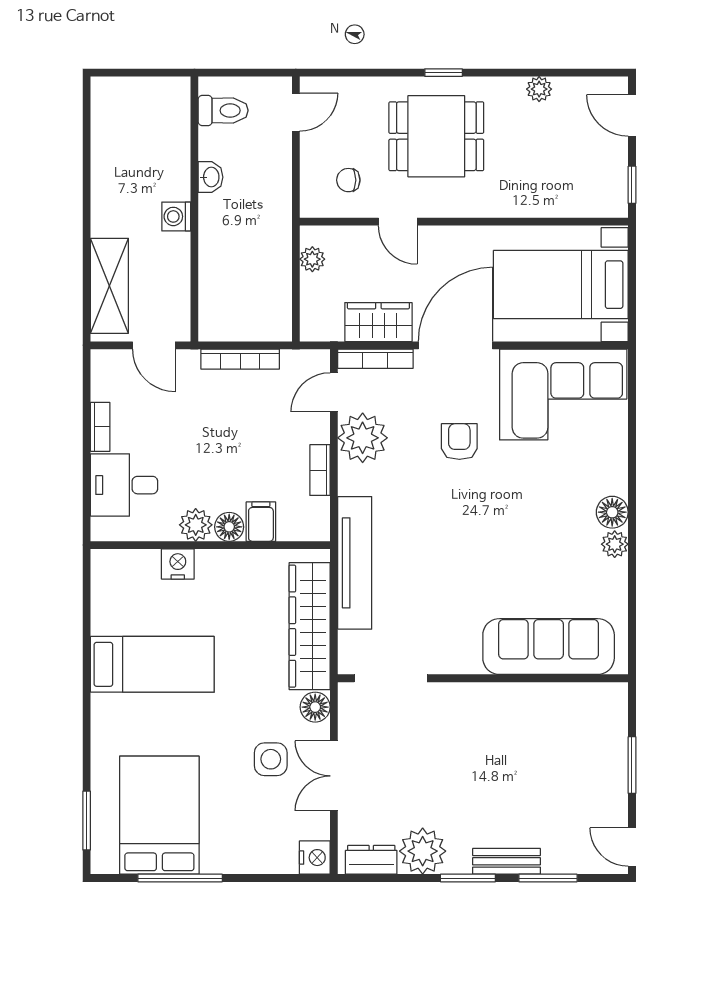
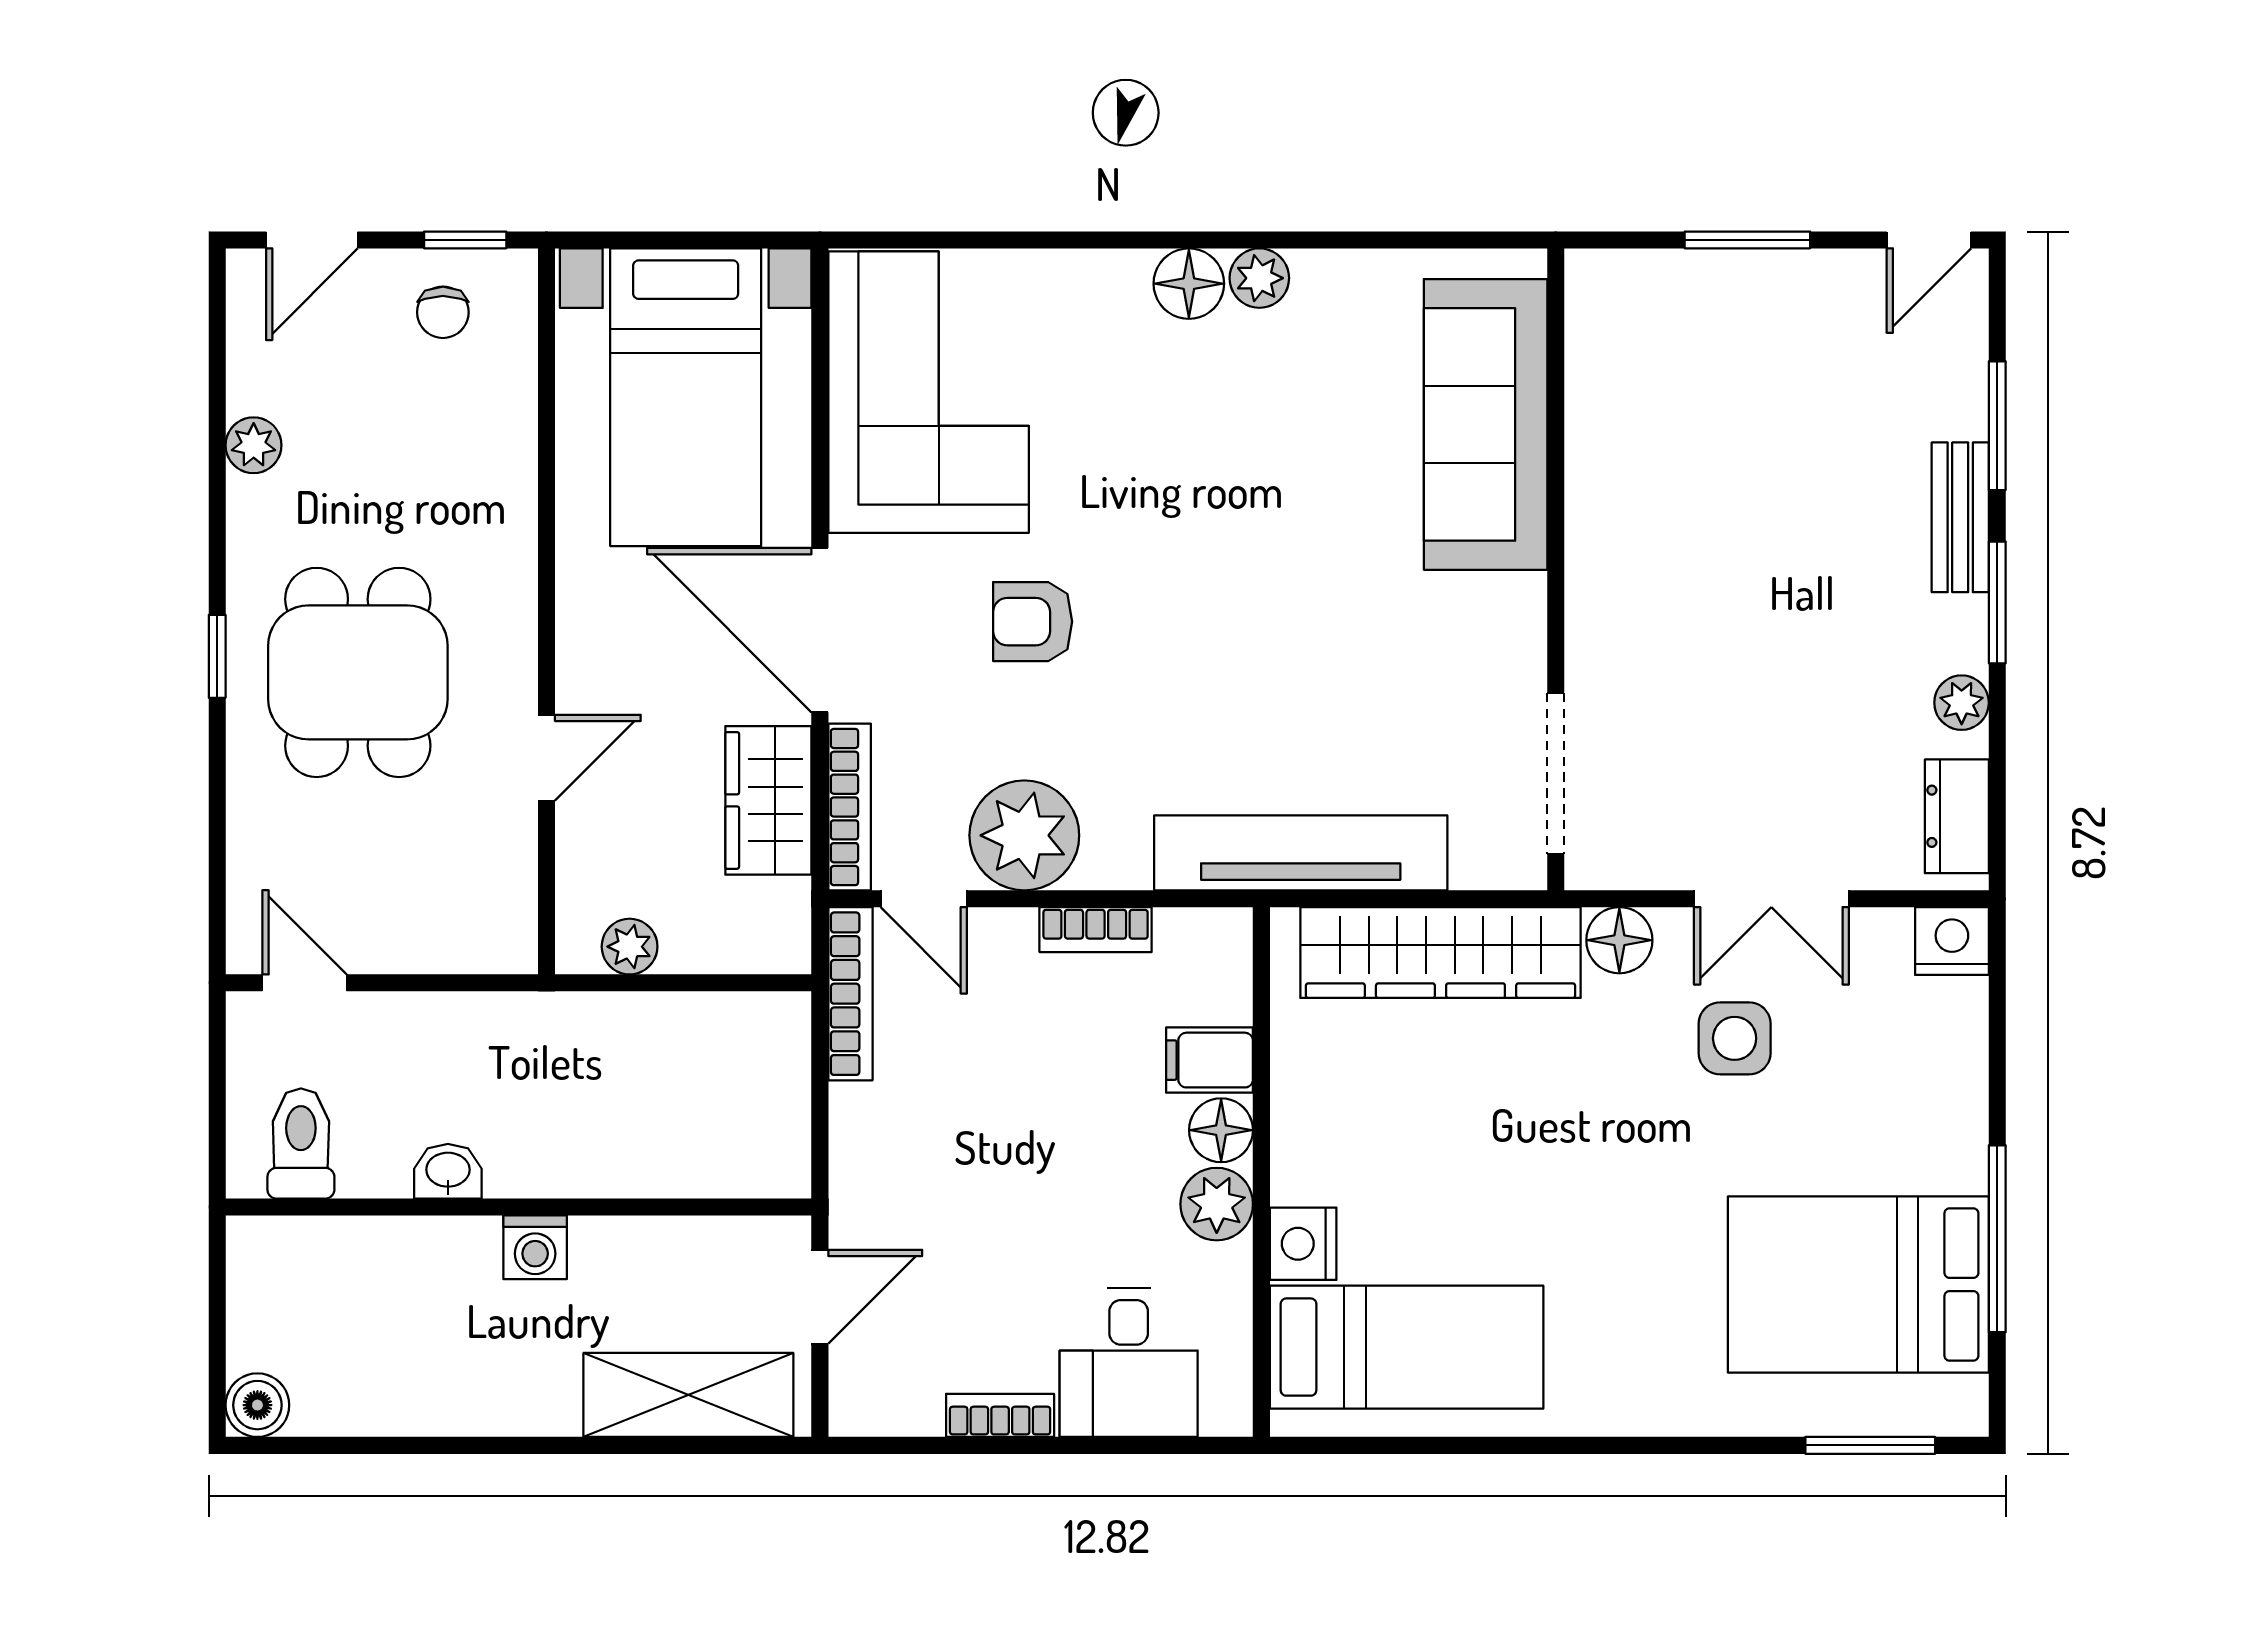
boiler: (105, 91) -> (257, 1405), added
chair: (348, 180) -> (443, 312), moved
bookcase: (240, 359) -> (850, 994), moved
bed: (152, 664) -> (1407, 1347), moved, turned 90
plant: (423, 851) -> (1962, 703), width x0.53, depth x0.53

